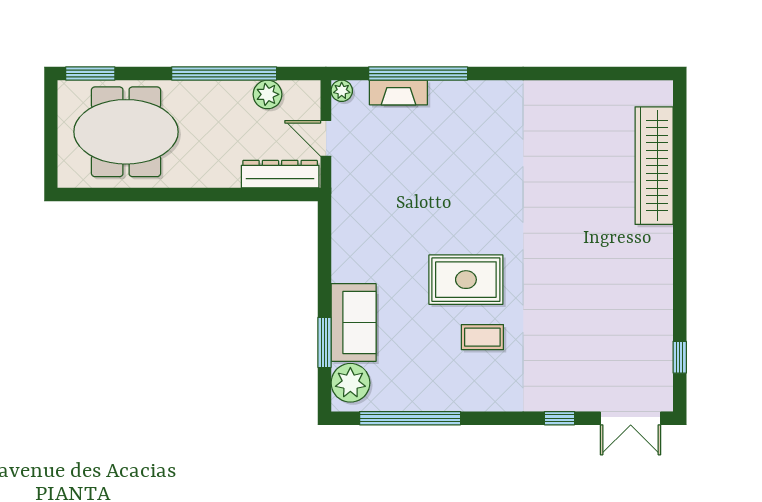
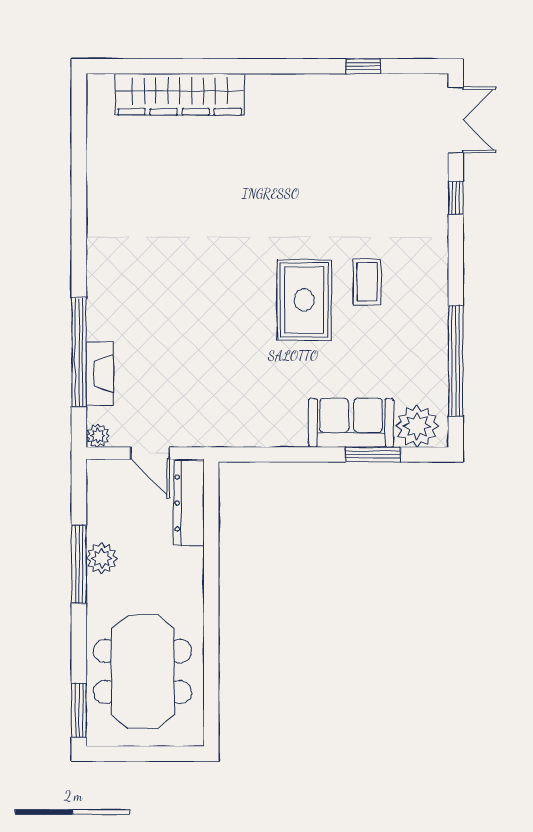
window: (224, 74) -> (79, 564), width x0.68
plant: (267, 94) -> (102, 558), moved
door: (326, 139) -> (150, 453), hinge flipped
window: (680, 357) -> (363, 66), moved

